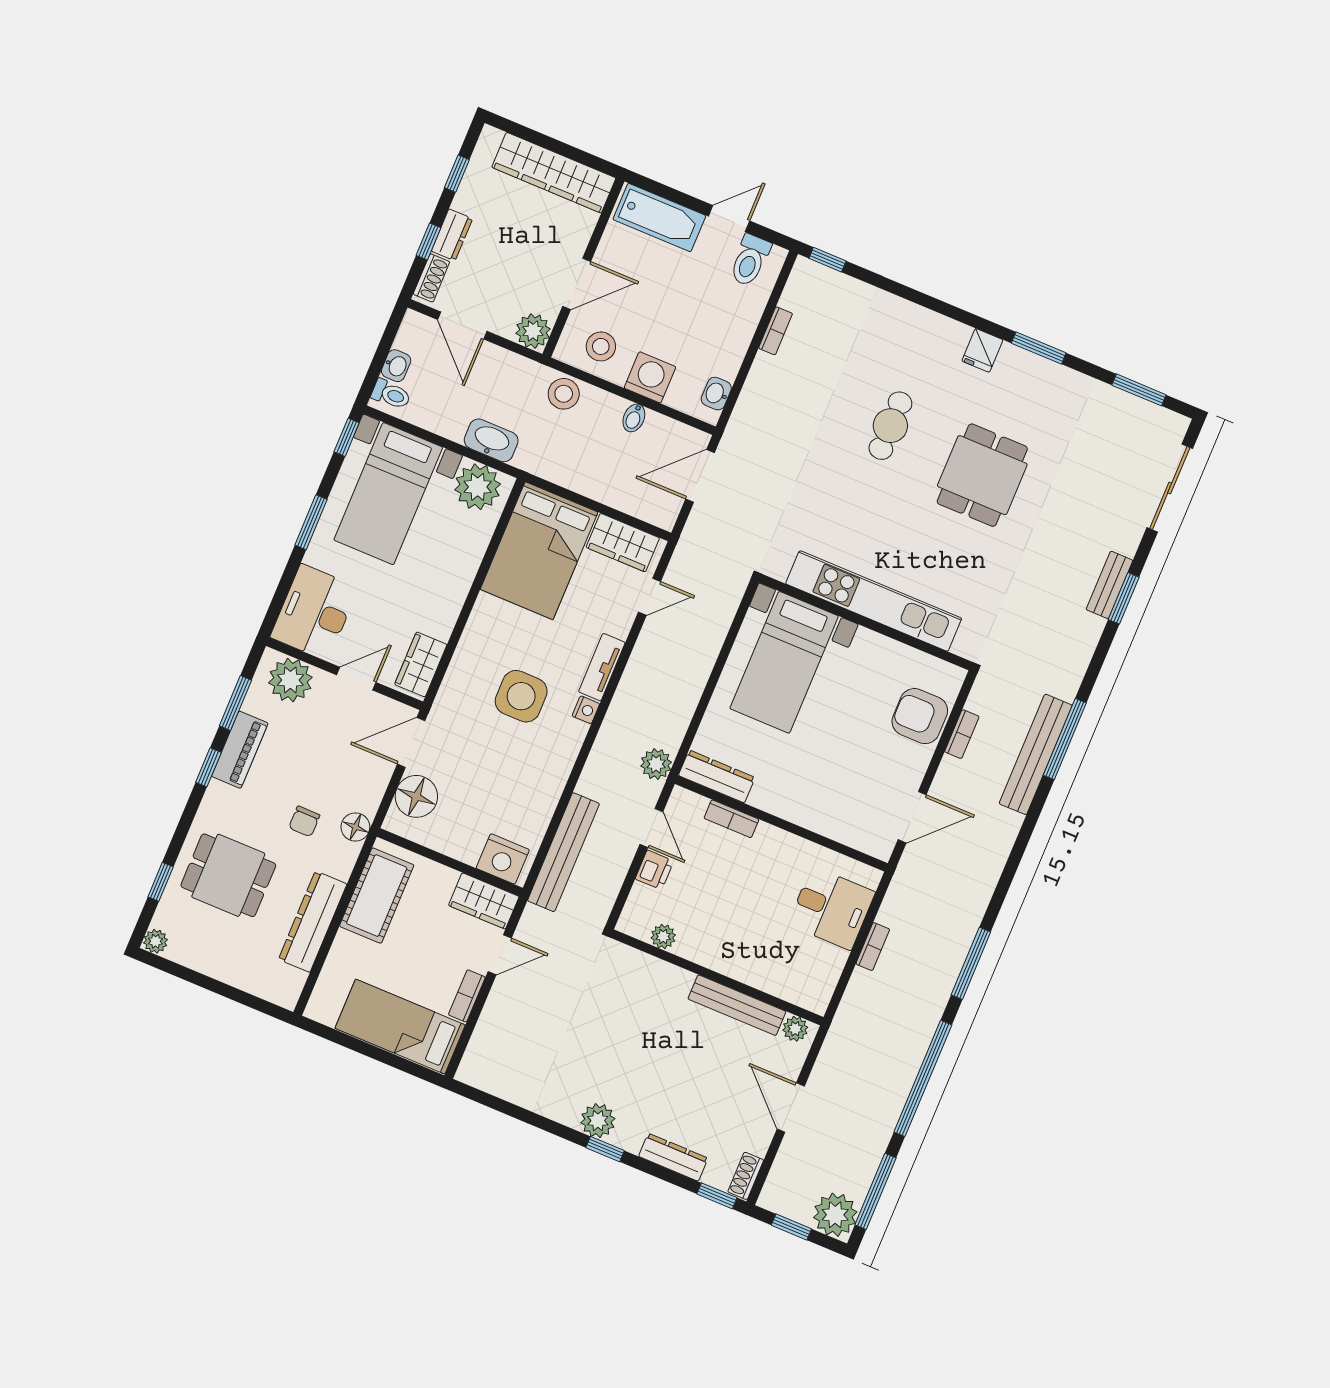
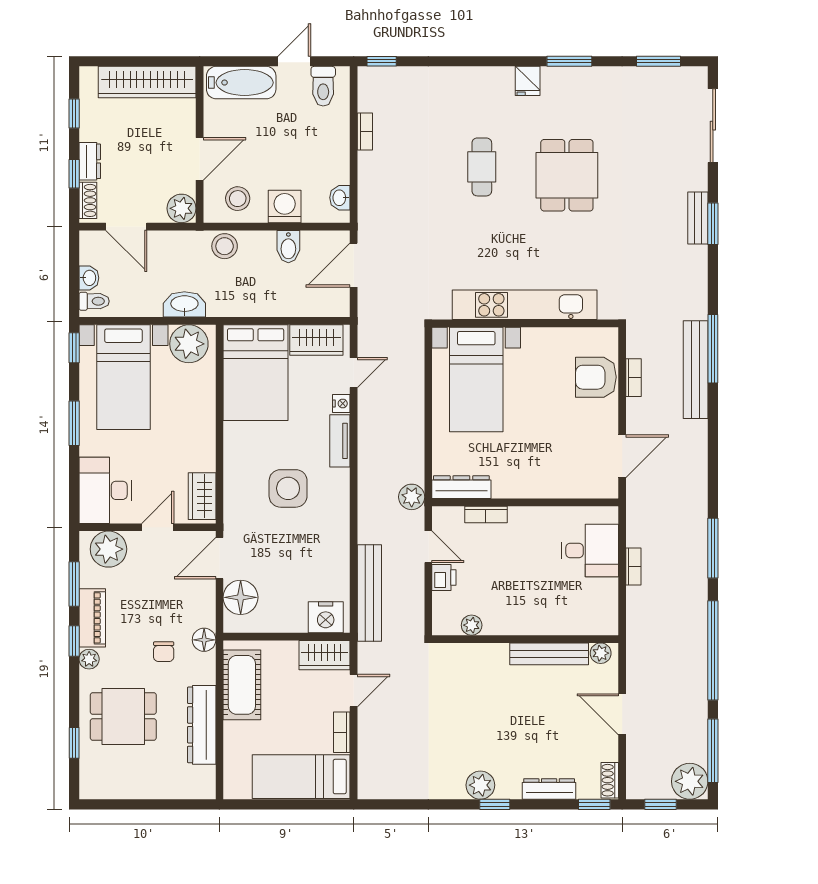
bidet: (634, 418) -> (288, 247), width x1.38, depth x1.36
nightstand: (586, 710) -> (341, 403), moved
plant: (156, 941) -> (89, 659), moved

